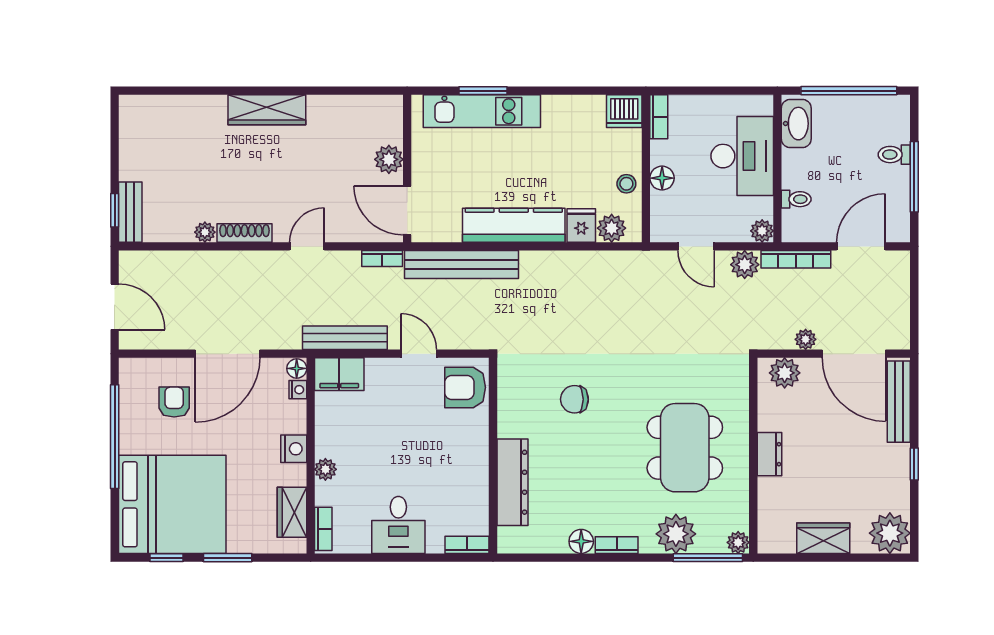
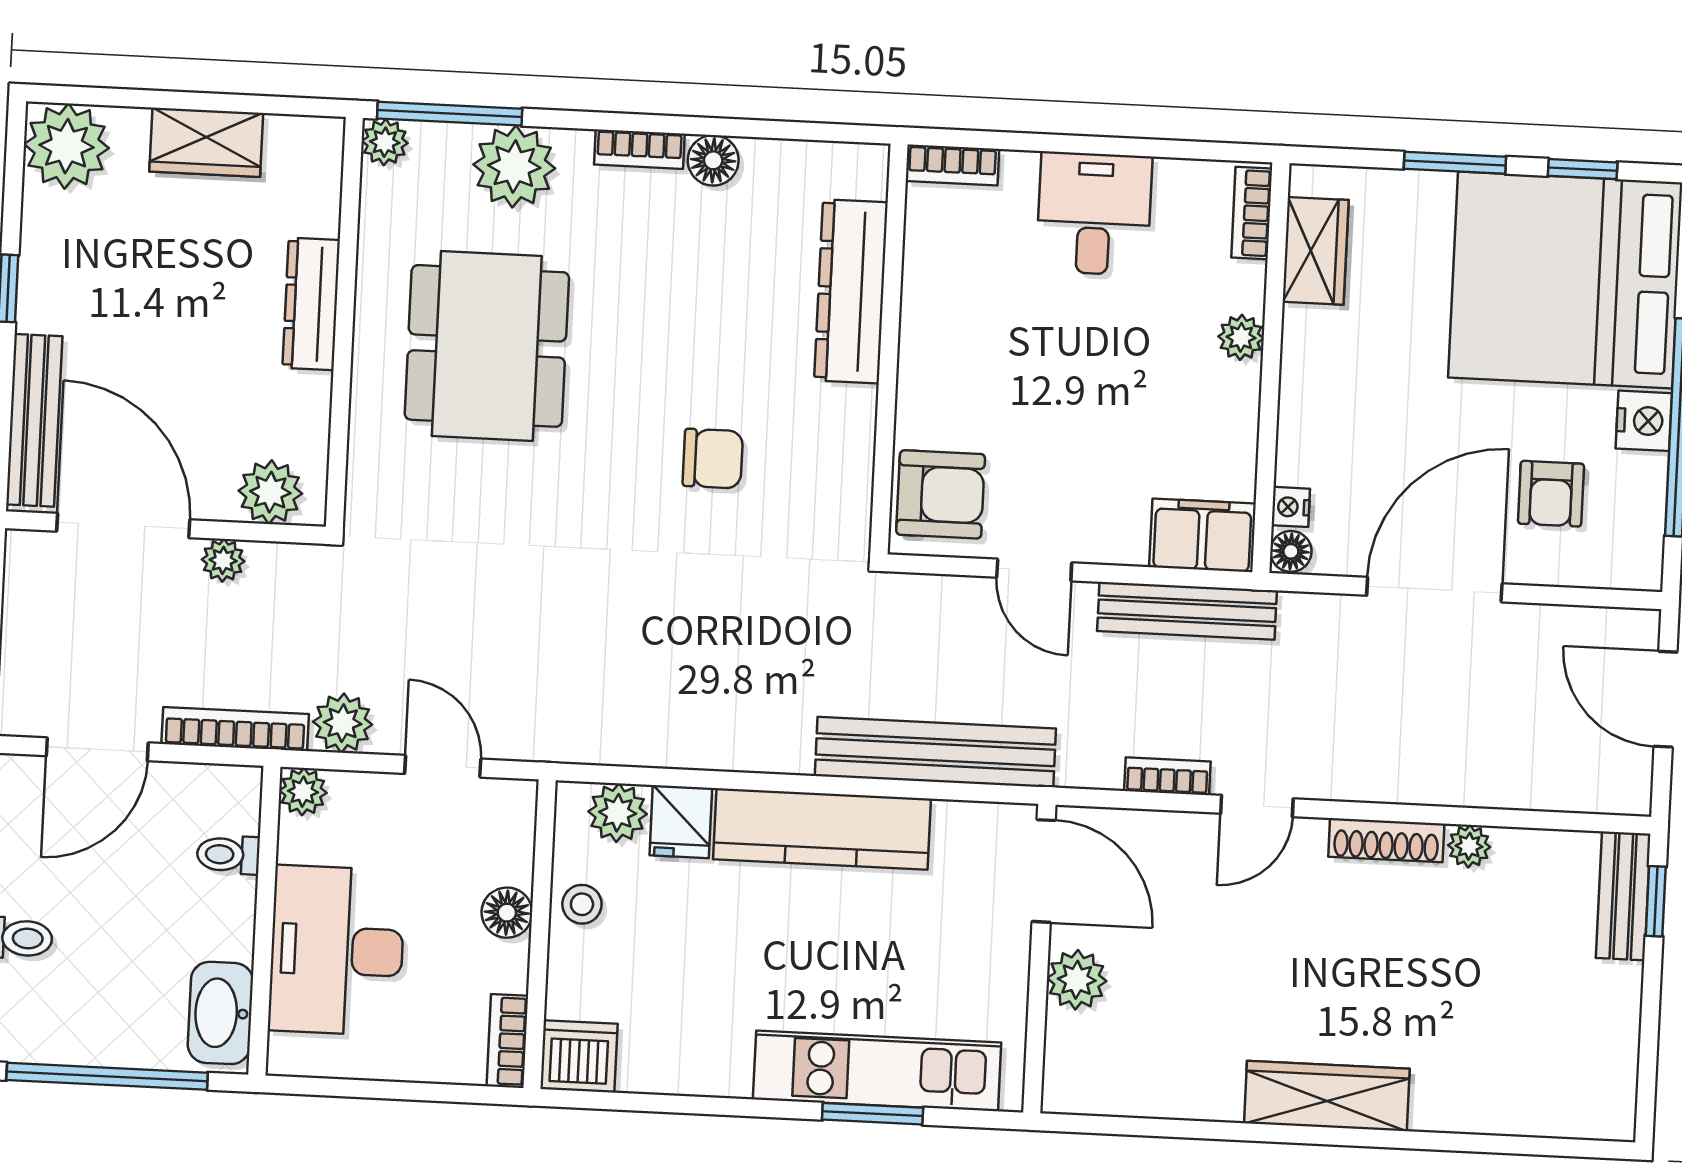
bookcase: (382, 258) -> (1167, 776), moved
nightstand: (294, 449) -> (1644, 421), moved, turned 180
dresser: (769, 454) -> (311, 304), width x1.44

